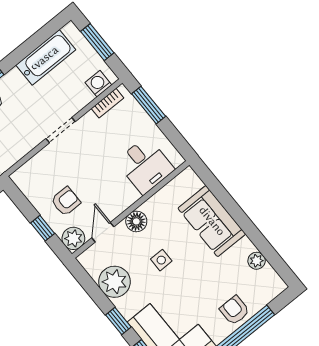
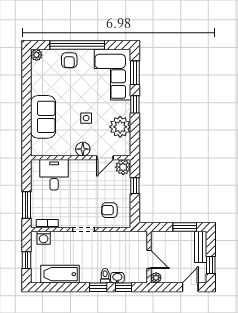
window: (97, 42) -> (26, 260), width x0.67
armchair: (66, 201) -> (109, 210), moved
plant: (257, 261) -> (36, 55), moved

